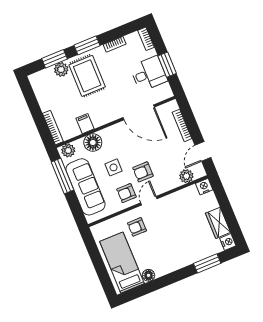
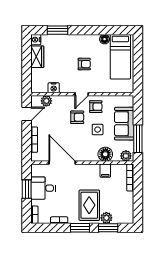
sofa: (85, 187) -> (124, 124), width x0.73
nightstand: (204, 187) -> (54, 88), moved
armchair: (137, 227) -> (84, 64), moved

